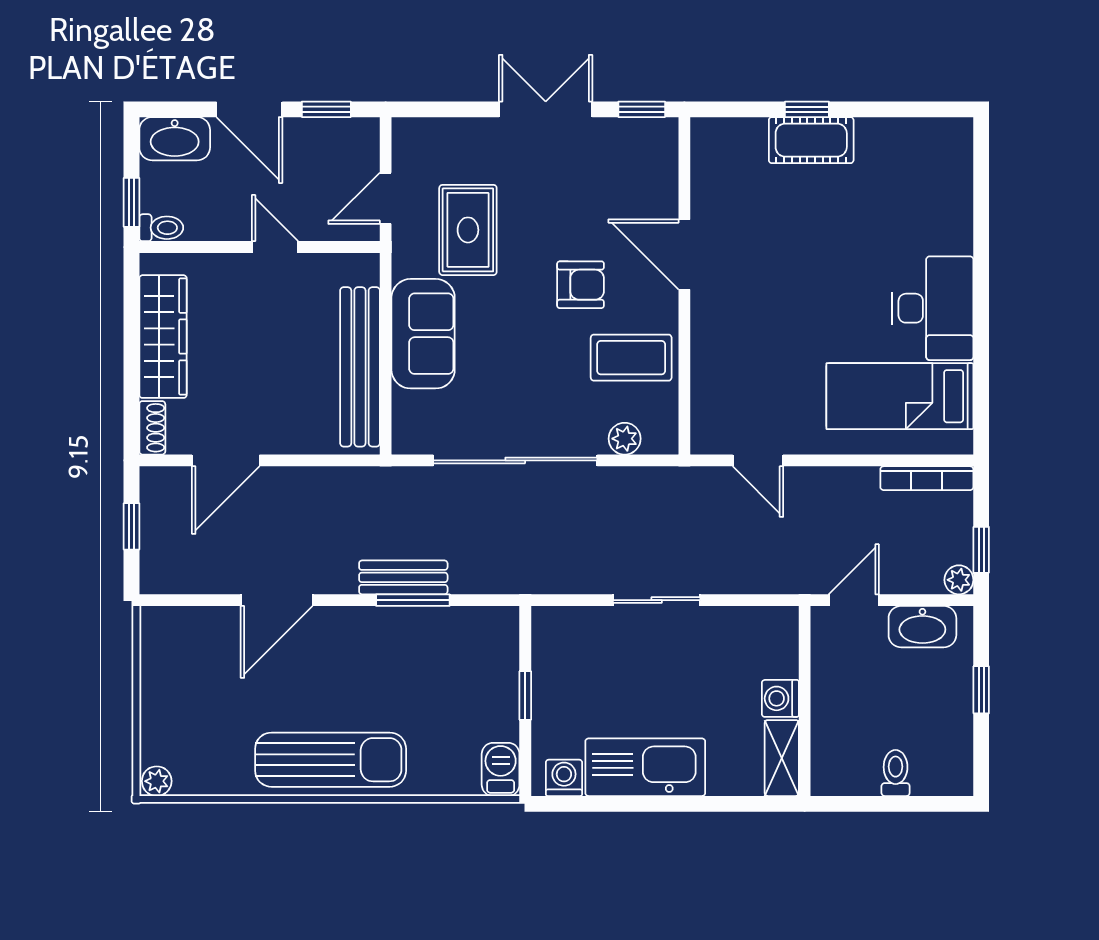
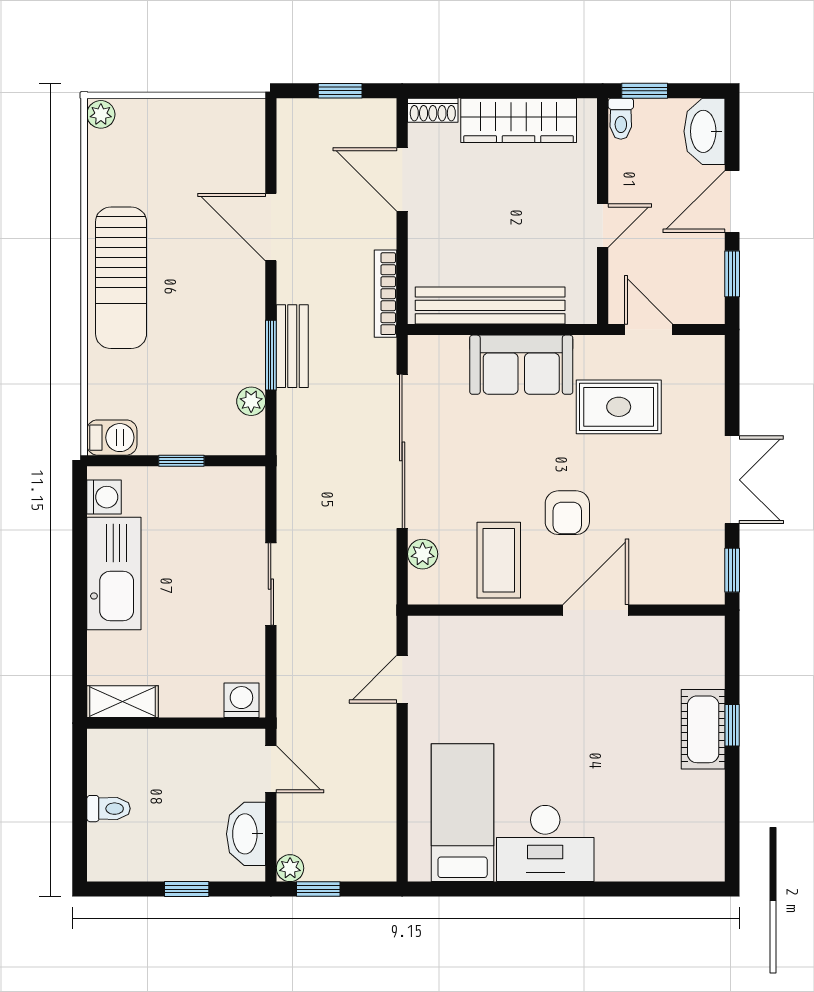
bookcase: (927, 478) -> (386, 294), moved
plant: (462, 621) -> (251, 401), added
washing machine: (780, 698) -> (241, 700), moved

